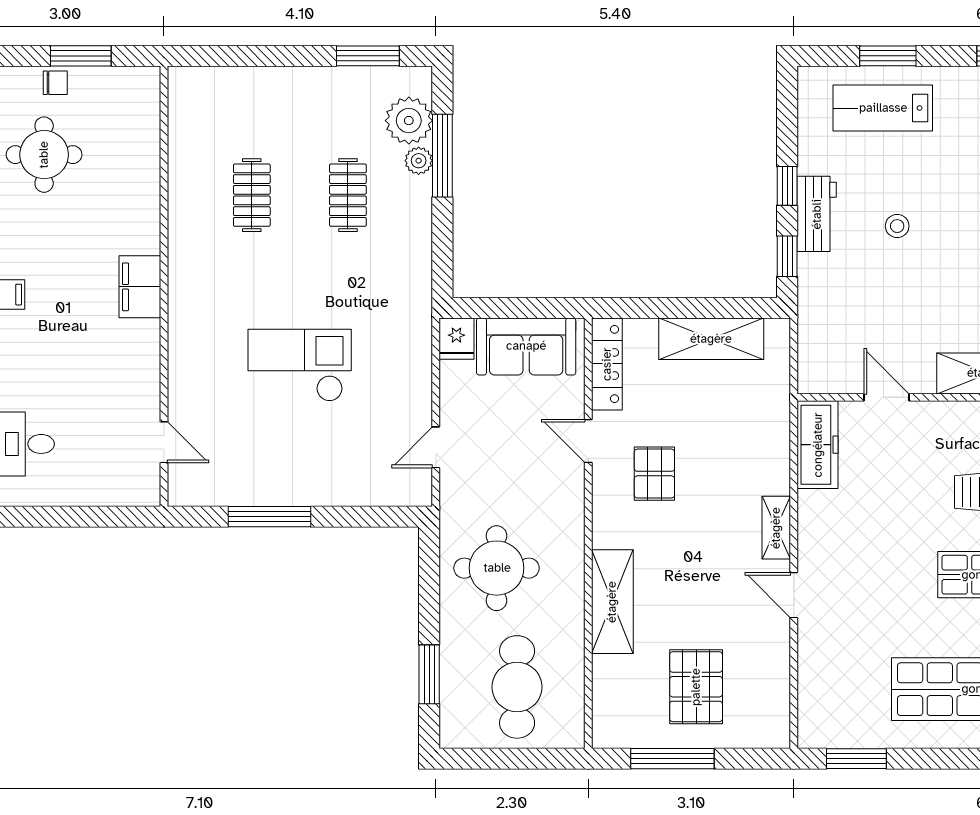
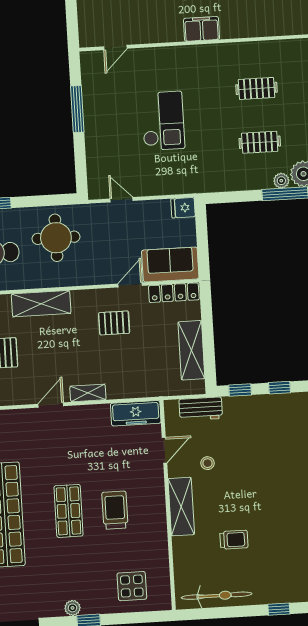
workbench: (817, 214) -> (201, 409), moved
stool: (897, 226) -> (207, 463), moved
sofa: (526, 346) -> (170, 265), moved, turned 90

